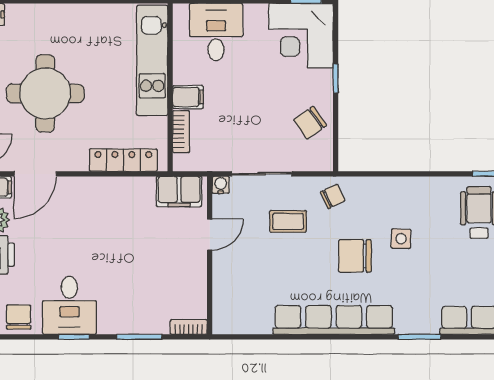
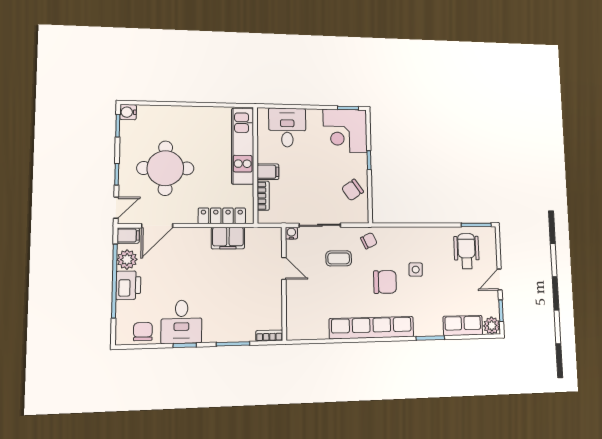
filing cabinet: (179, 191) -> (228, 238), moved
door: (210, 235) -> (284, 268), hinge flipped
chair: (355, 256) -> (385, 282), turned 180

